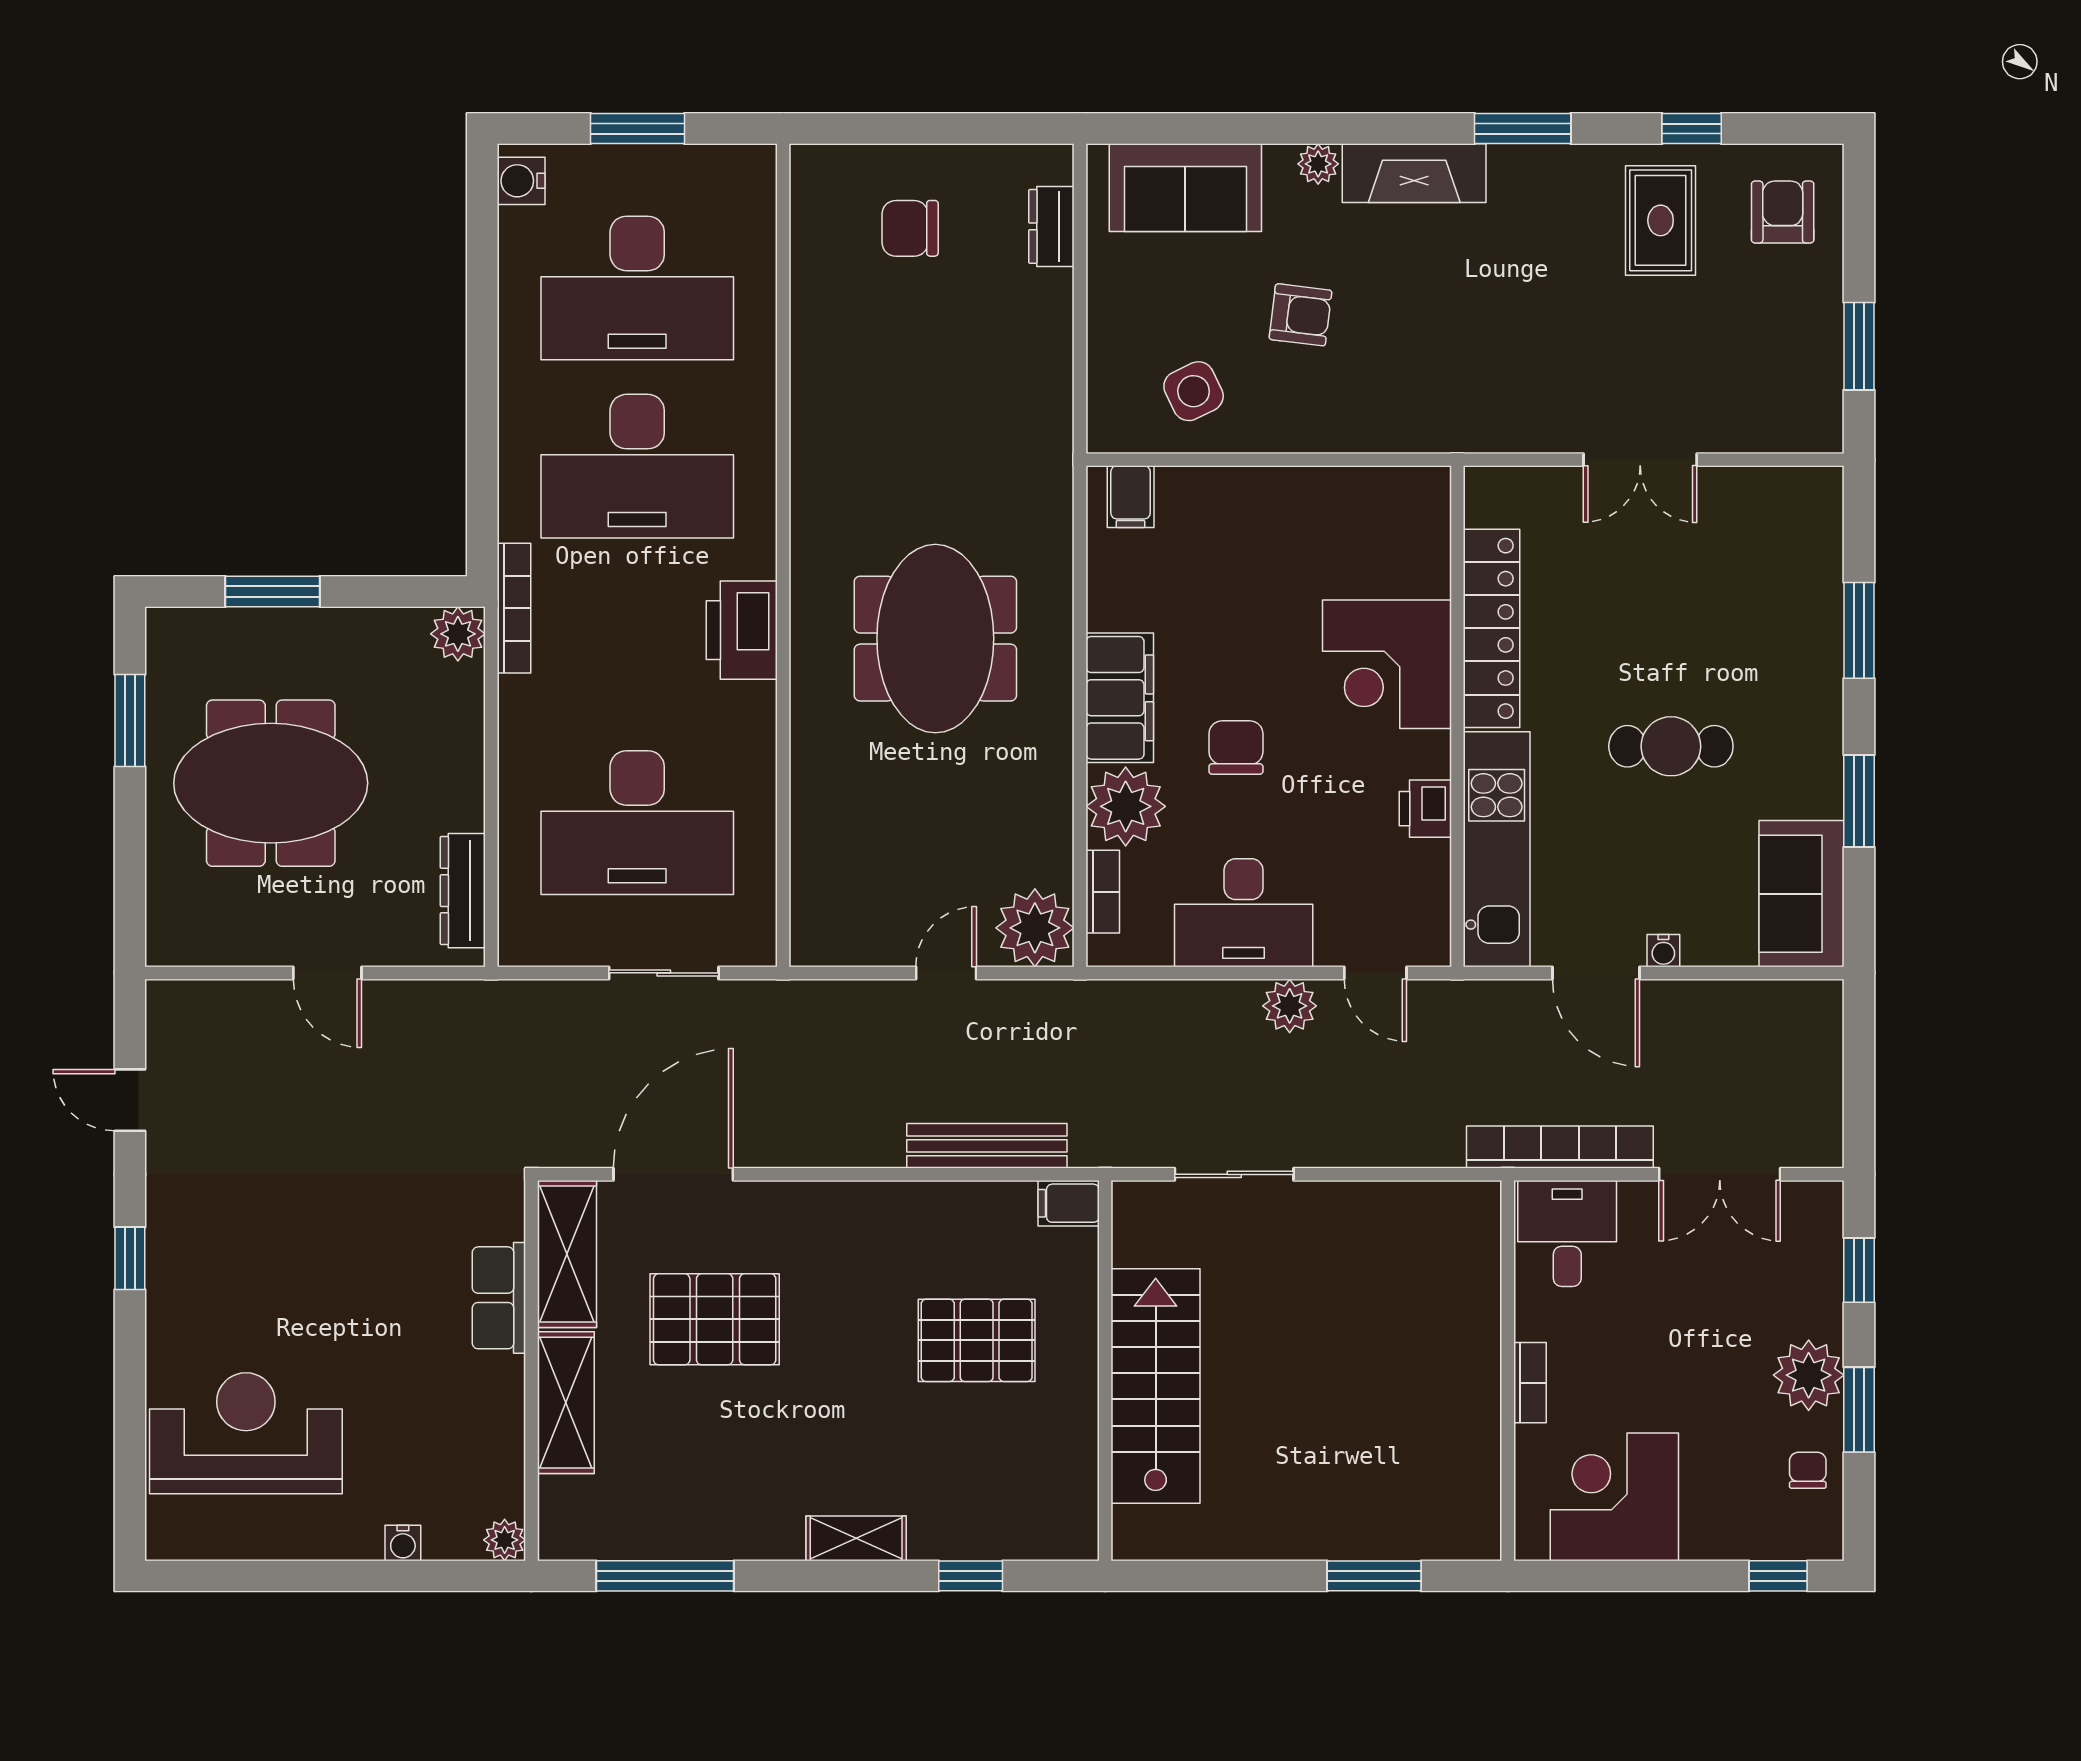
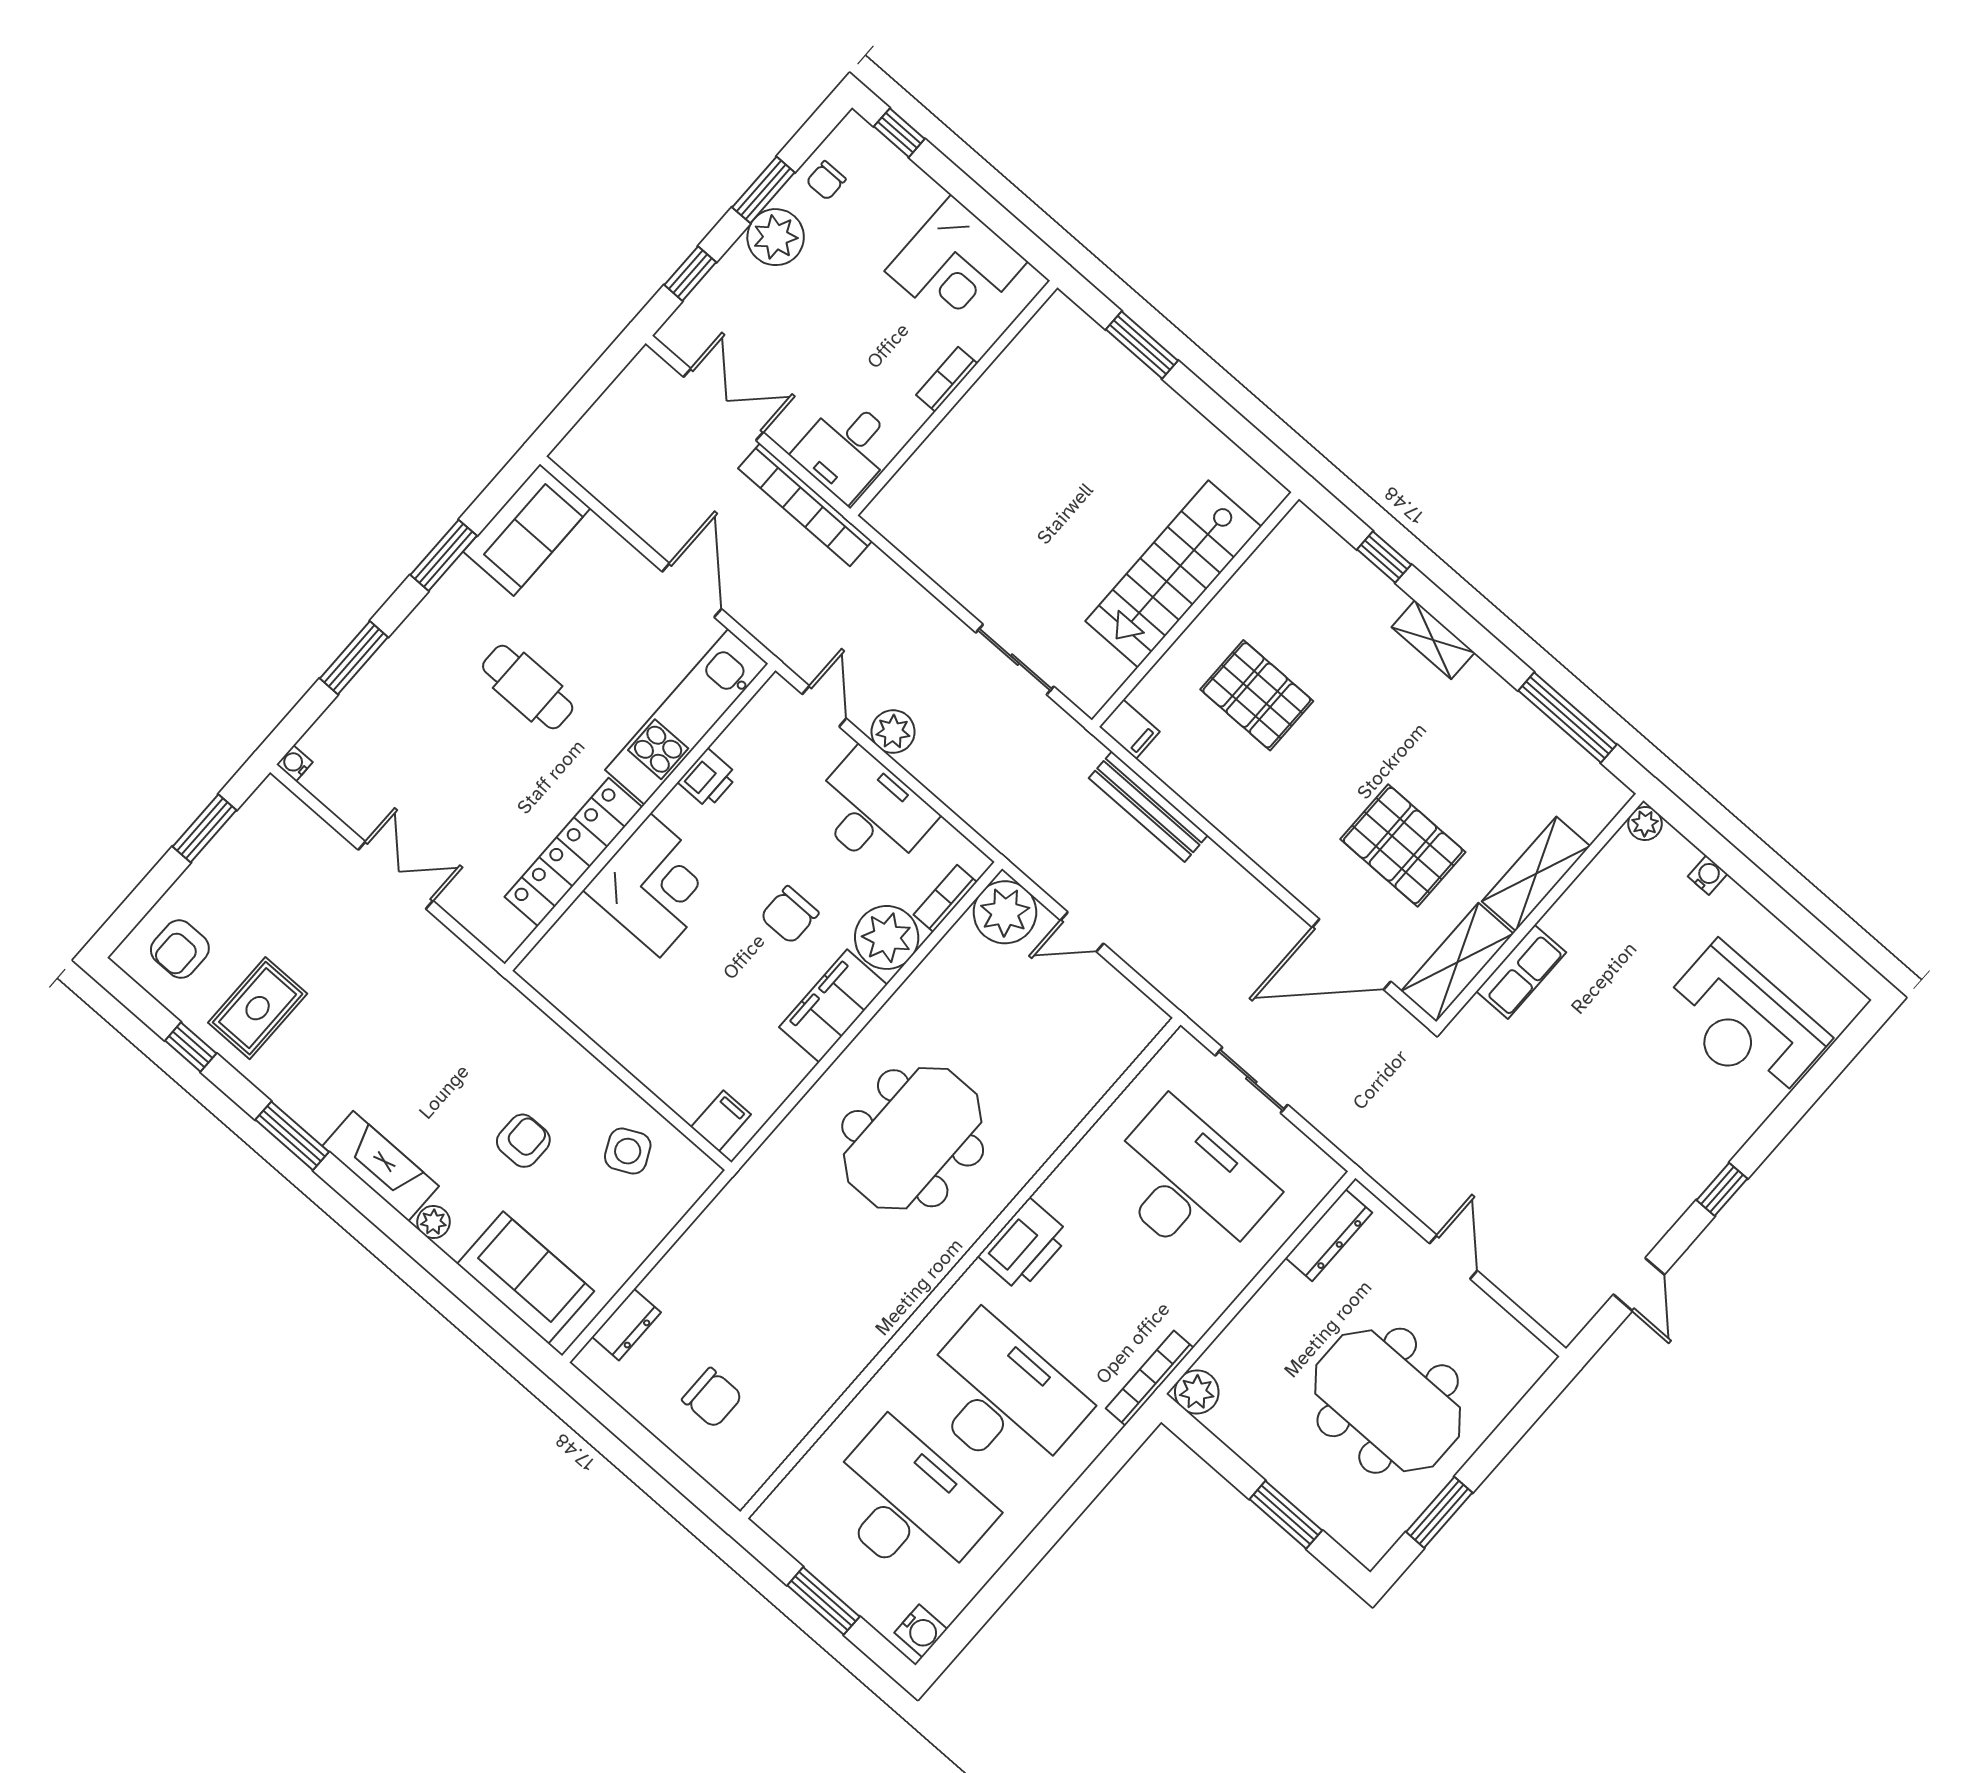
armchair: (1300, 315) -> (523, 1141), turned 83
water cooler: (1663, 951) -> (295, 763), moved, turned -90

